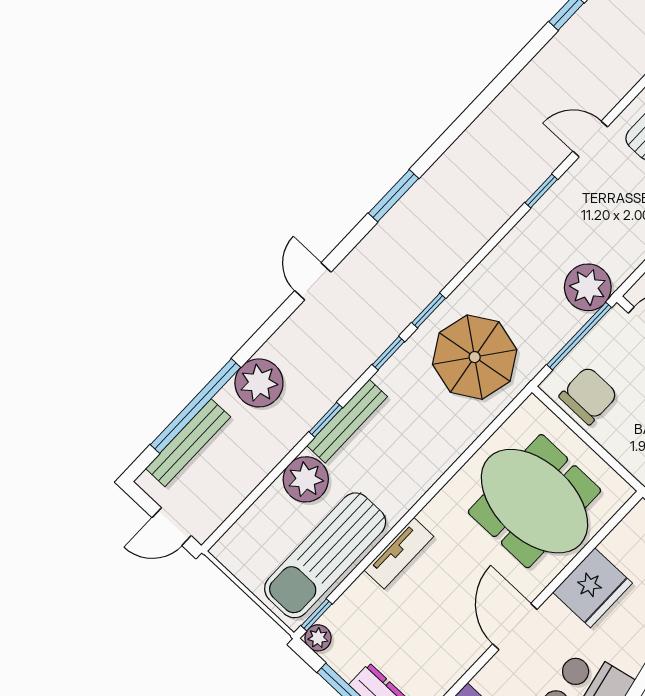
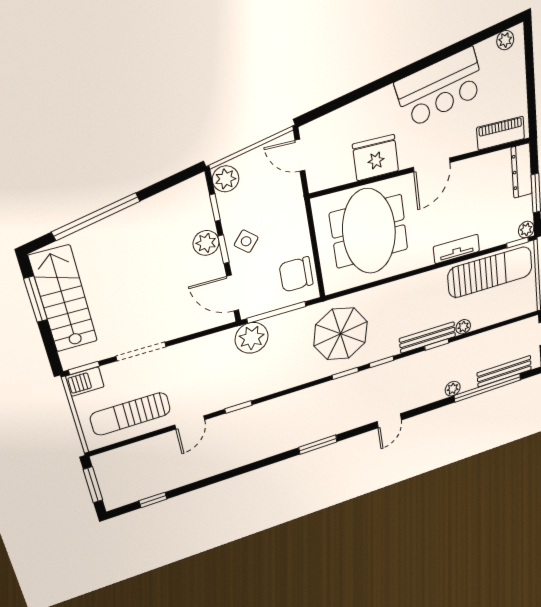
door: (590, 139) -> (190, 422), hinge flipped
plant: (259, 383) -> (453, 389), width x0.53, depth x0.53
plant: (306, 479) -> (463, 327), width x0.53, depth x0.53

